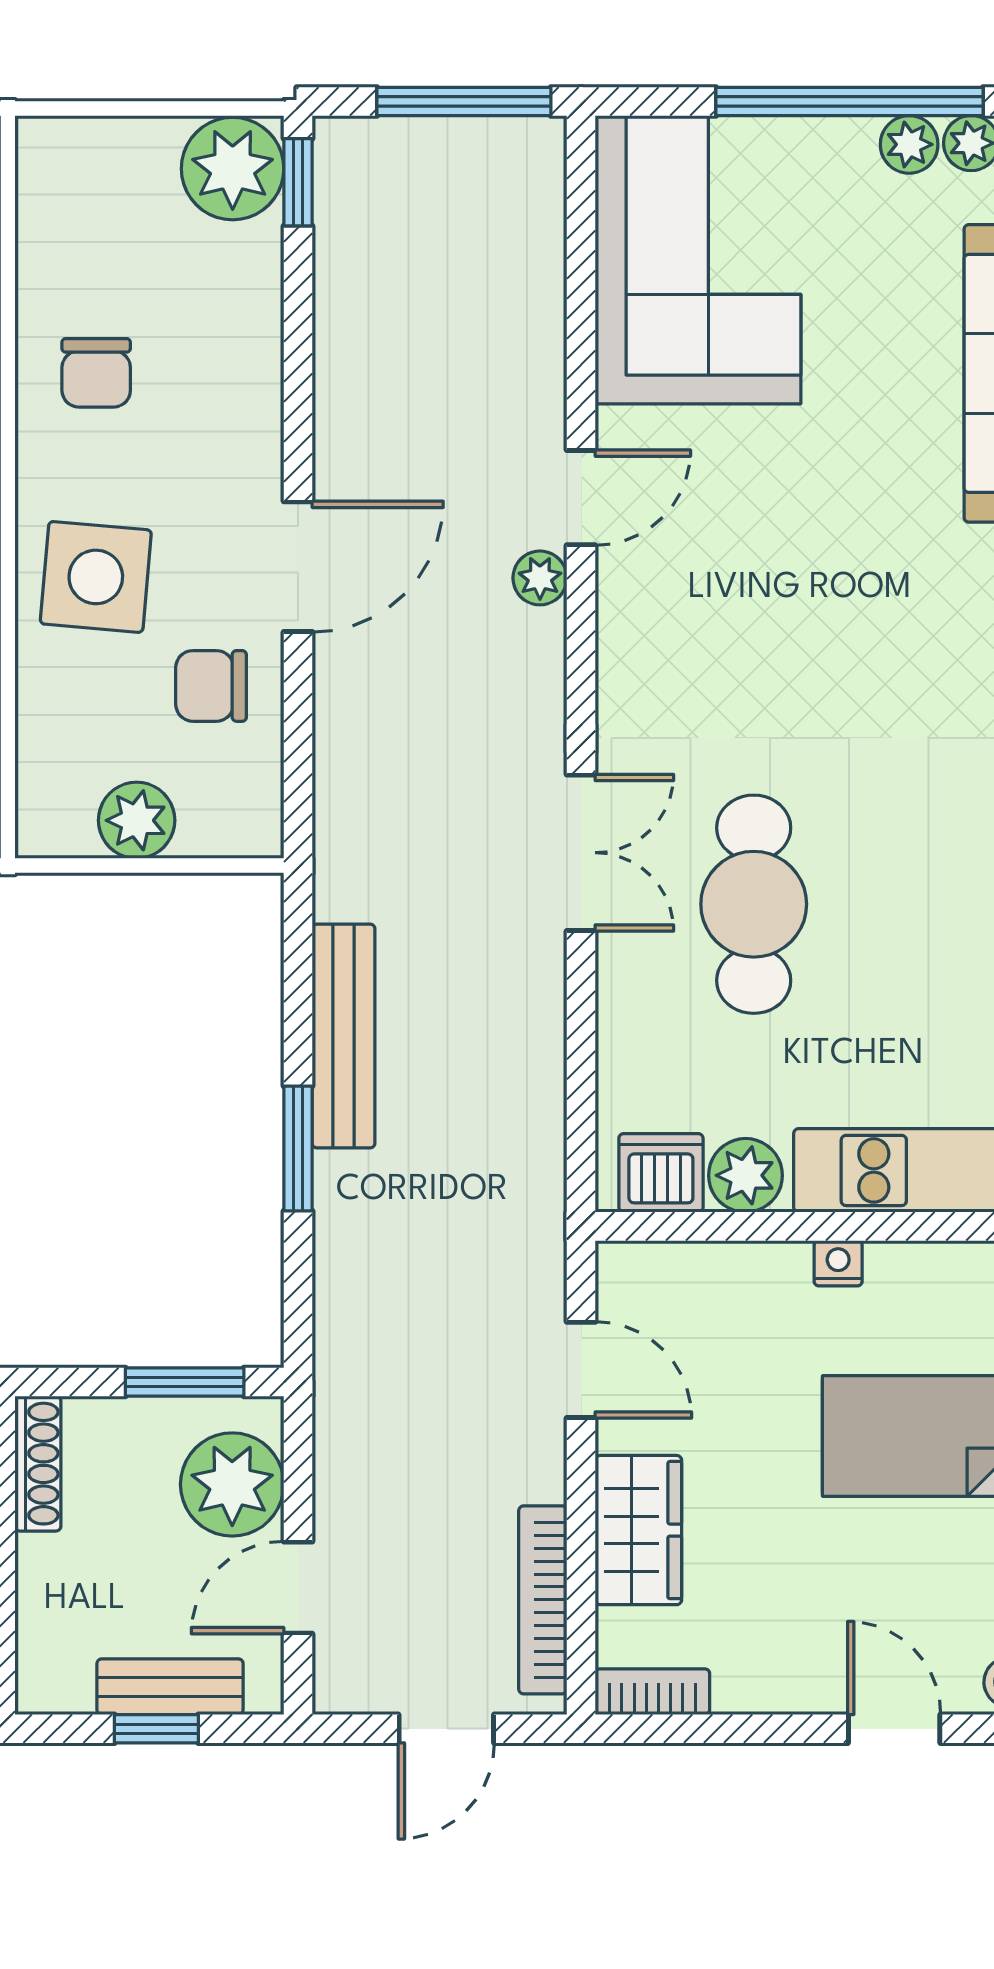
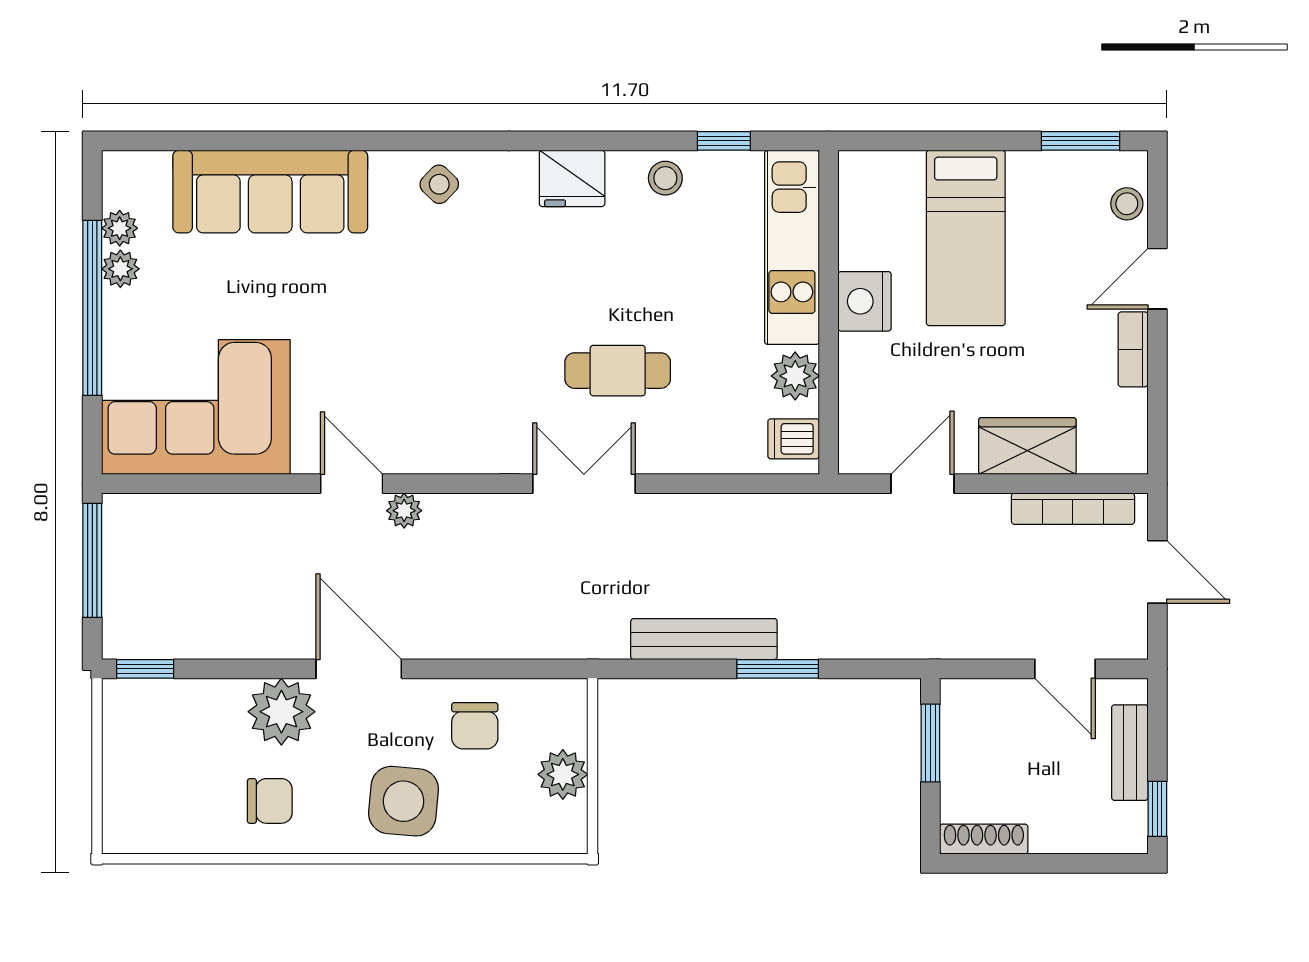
plant: (233, 169) -> (281, 712), moved
door: (298, 567) -> (359, 669), moved
cafe table: (754, 904) -> (618, 371), width x0.73, depth x0.74
dishwasher: (661, 1173) -> (794, 439), width x0.73
nightstand: (838, 1263) -> (865, 301), width x1.89, depth x1.79
plant: (232, 1484) -> (997, 712), removed
bookcase: (652, 1692) -> (1133, 349), moved
window: (156, 1729) -> (1157, 809), moved

